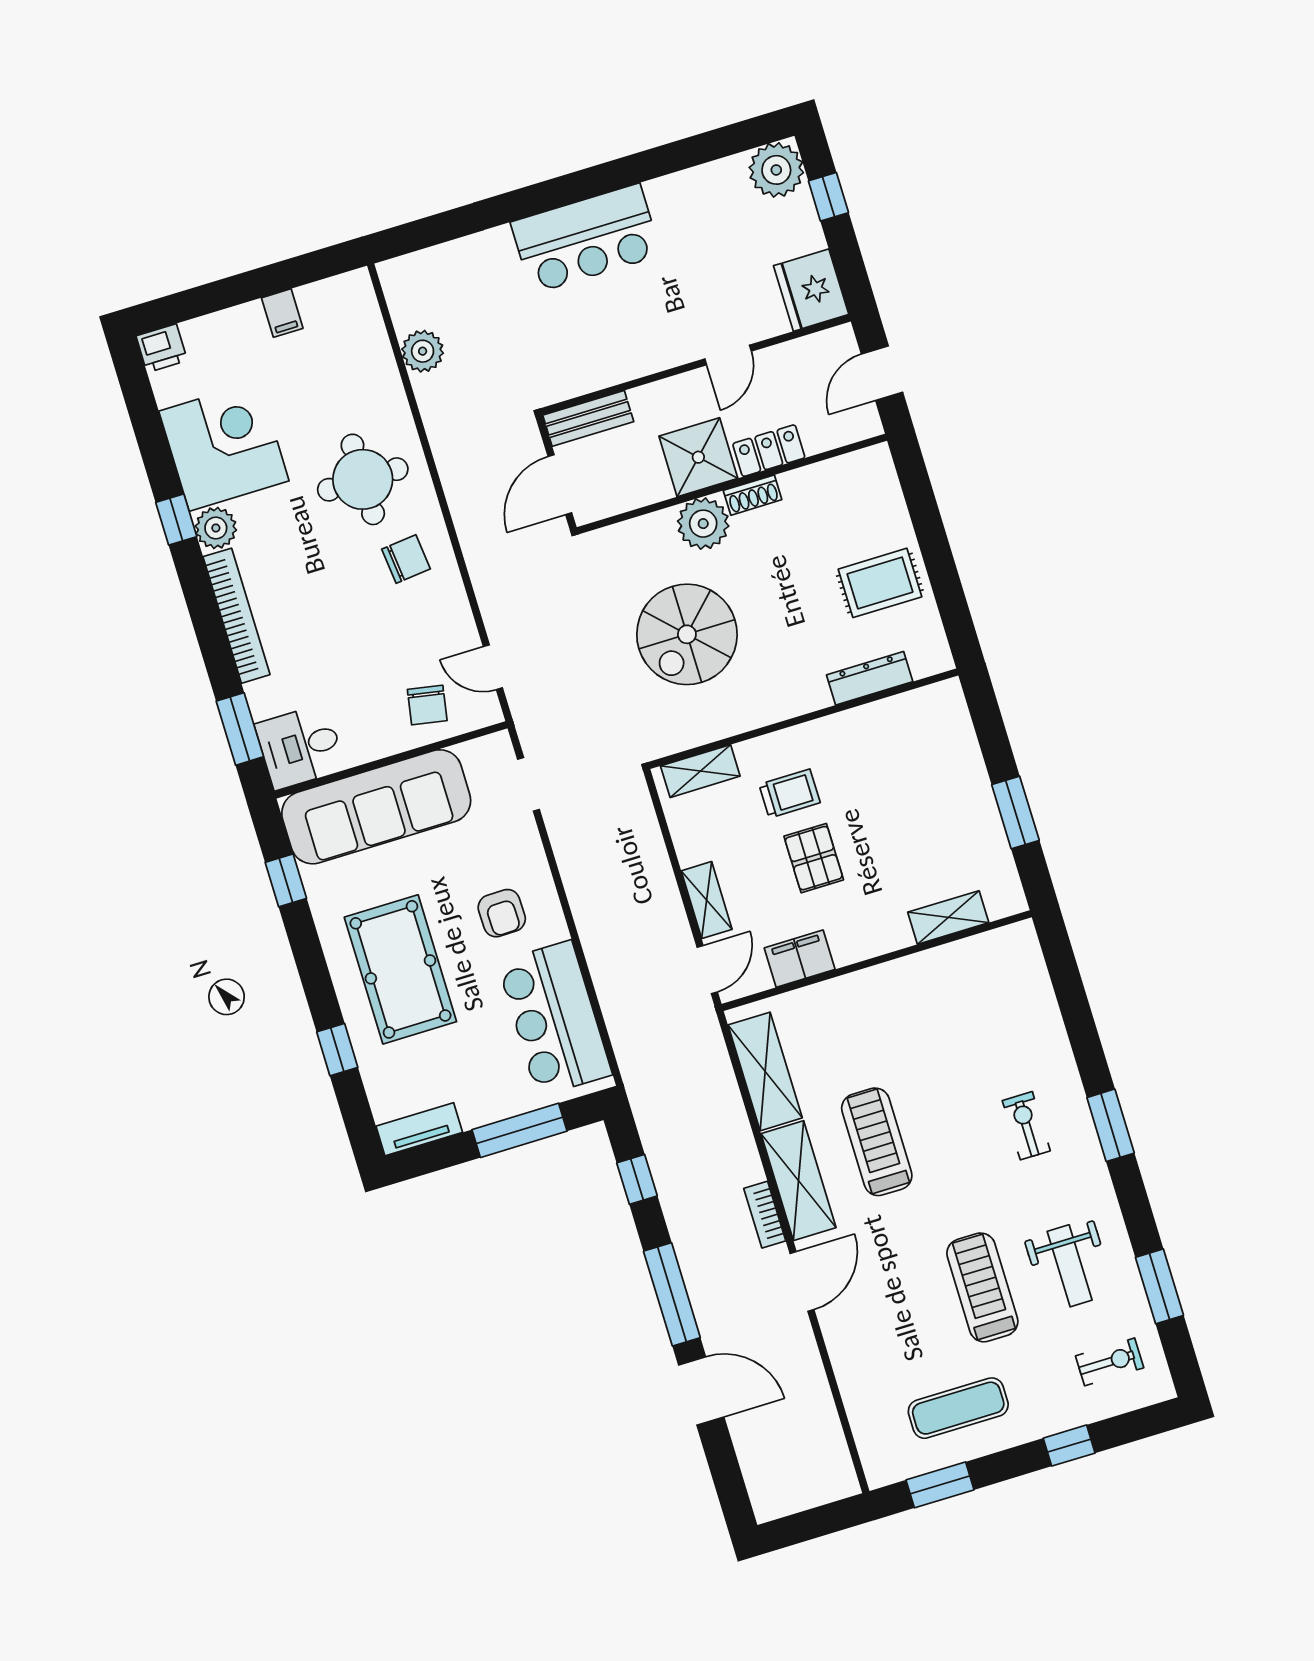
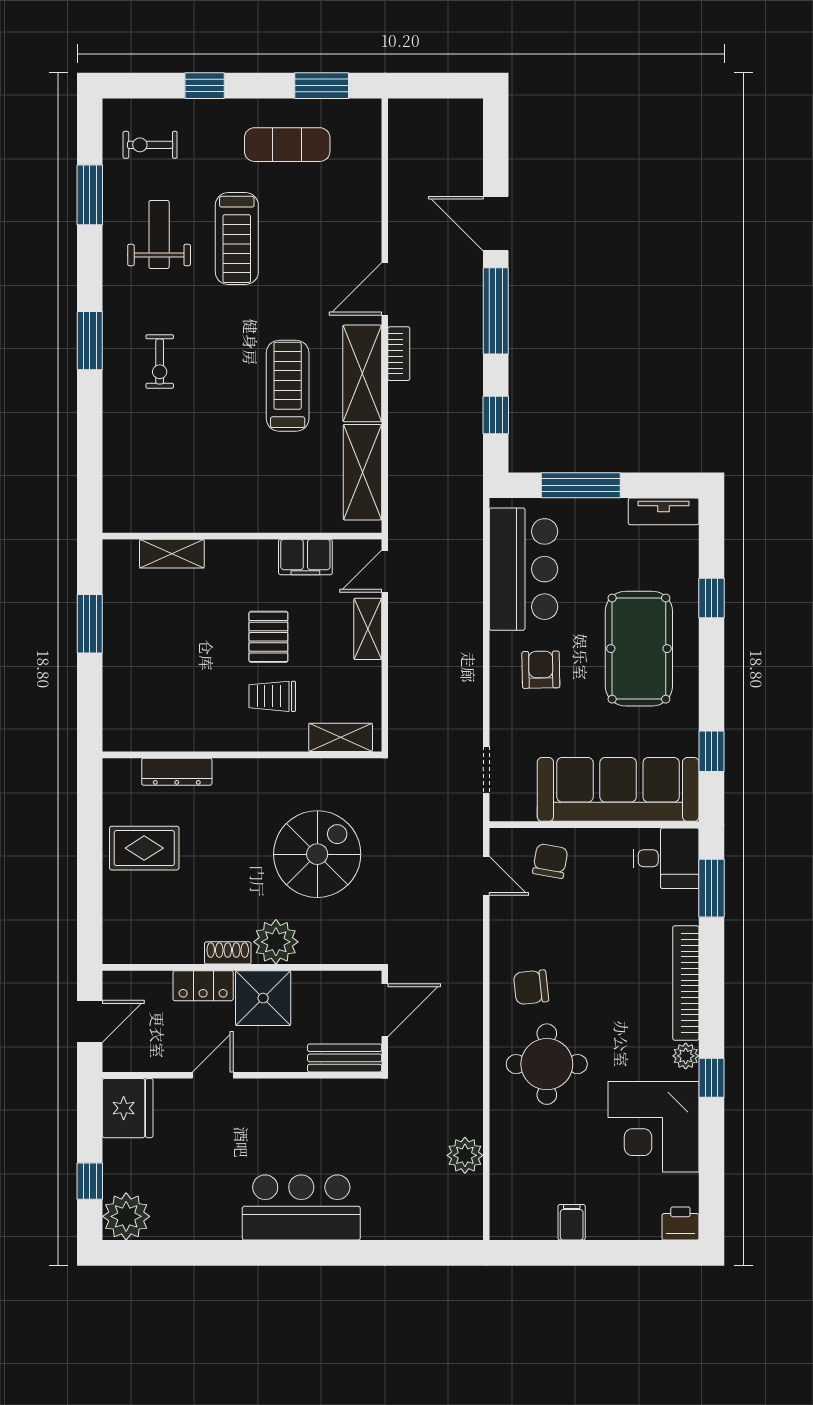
plant: (216, 528) -> (686, 1056), width x0.73, depth x0.73
treadmill: (877, 1142) -> (288, 386), turned 180

